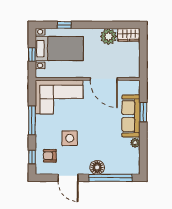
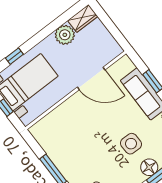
corner sofa: (59, 97) -> (62, 128), removed
side table: (70, 138) -> (131, 144), moved

